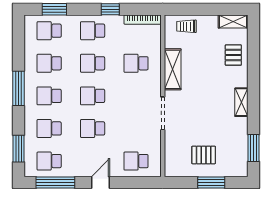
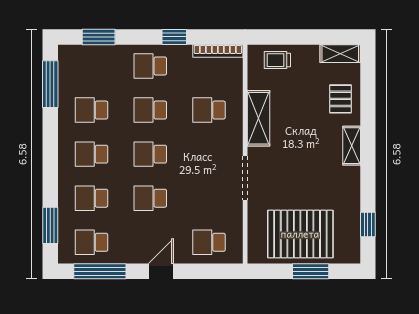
school desk: (49, 31) -> (91, 66), removed
window: (19, 88) -> (50, 84), moved
shelving: (241, 102) -> (352, 146), moved
window: (254, 148) -> (368, 225), width x0.67
pallet: (204, 155) -> (300, 234), width x2.05, depth x2.00

